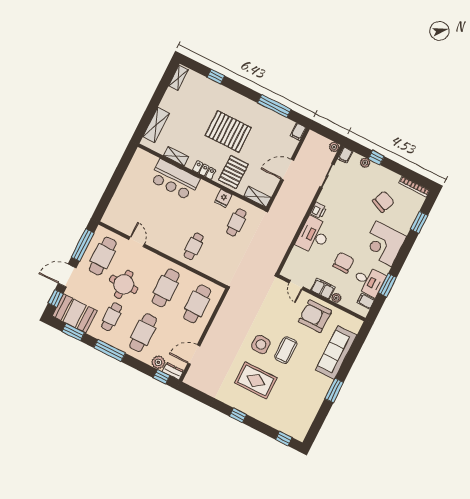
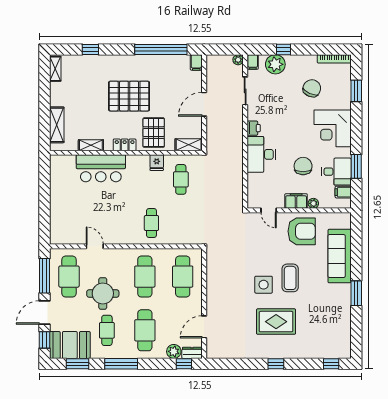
window: (274, 106) -> (161, 49), width x1.46
plant: (365, 163) -> (275, 64), width x1.87, depth x1.87
armchair: (315, 316) -> (302, 231), turned 180

